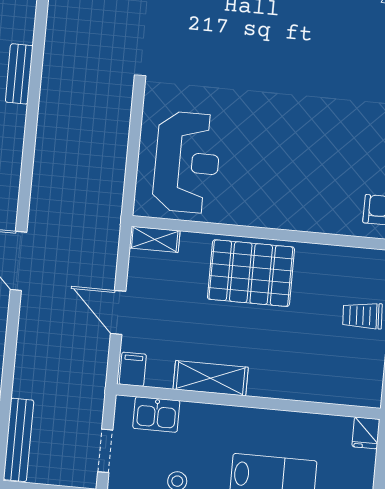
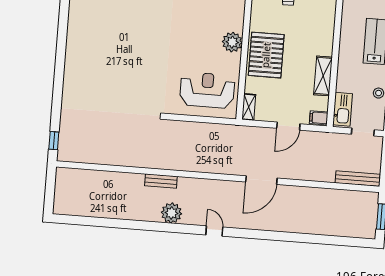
plant: (276, 210) -> (232, 42), added
kitchen sink: (156, 414) -> (343, 109), width x1.38

